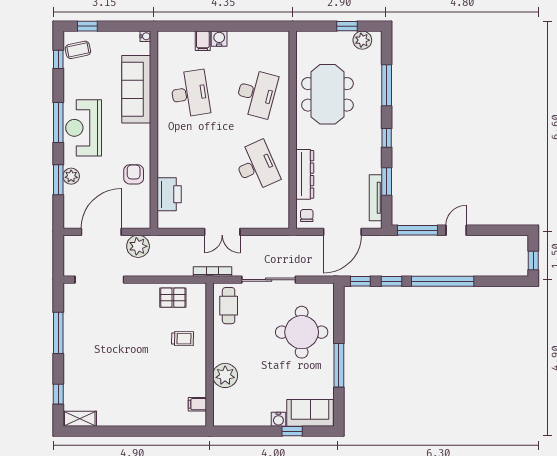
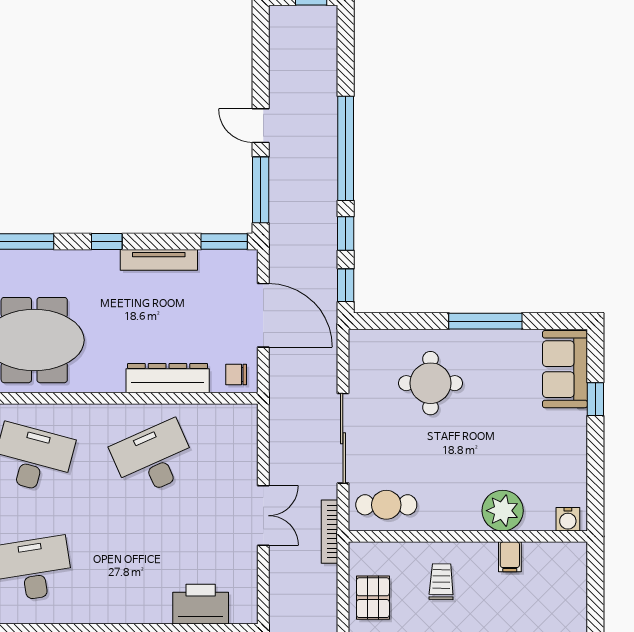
window: (387, 182) -> (224, 242), moved
tv unit: (376, 198) -> (159, 260), moved
round table: (302, 332) -> (430, 383), width x0.73, depth x0.73
filing cabinet: (197, 404) -> (510, 557), moved
water cooler: (278, 419) -> (568, 519), moved, turned 90

